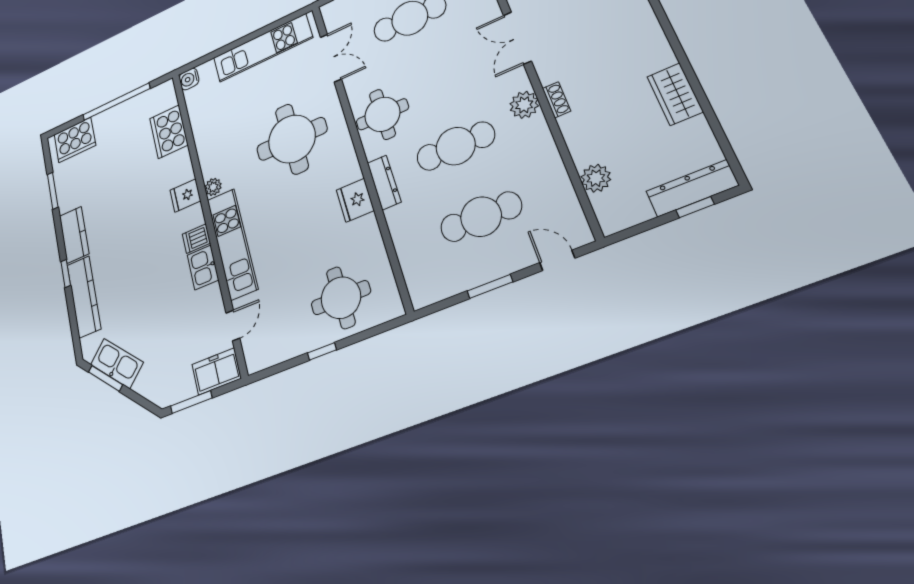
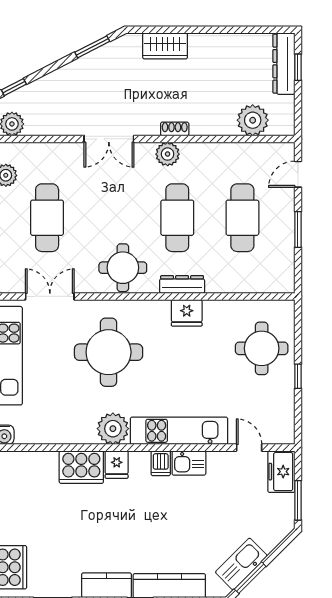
wardrobe: (675, 94) -> (165, 46), moved
cooker: (169, 132) -> (81, 467), moved
plant: (596, 178) -> (253, 120), width x1.36, depth x1.36
plant: (213, 187) -> (113, 429), width x1.88, depth x1.88

